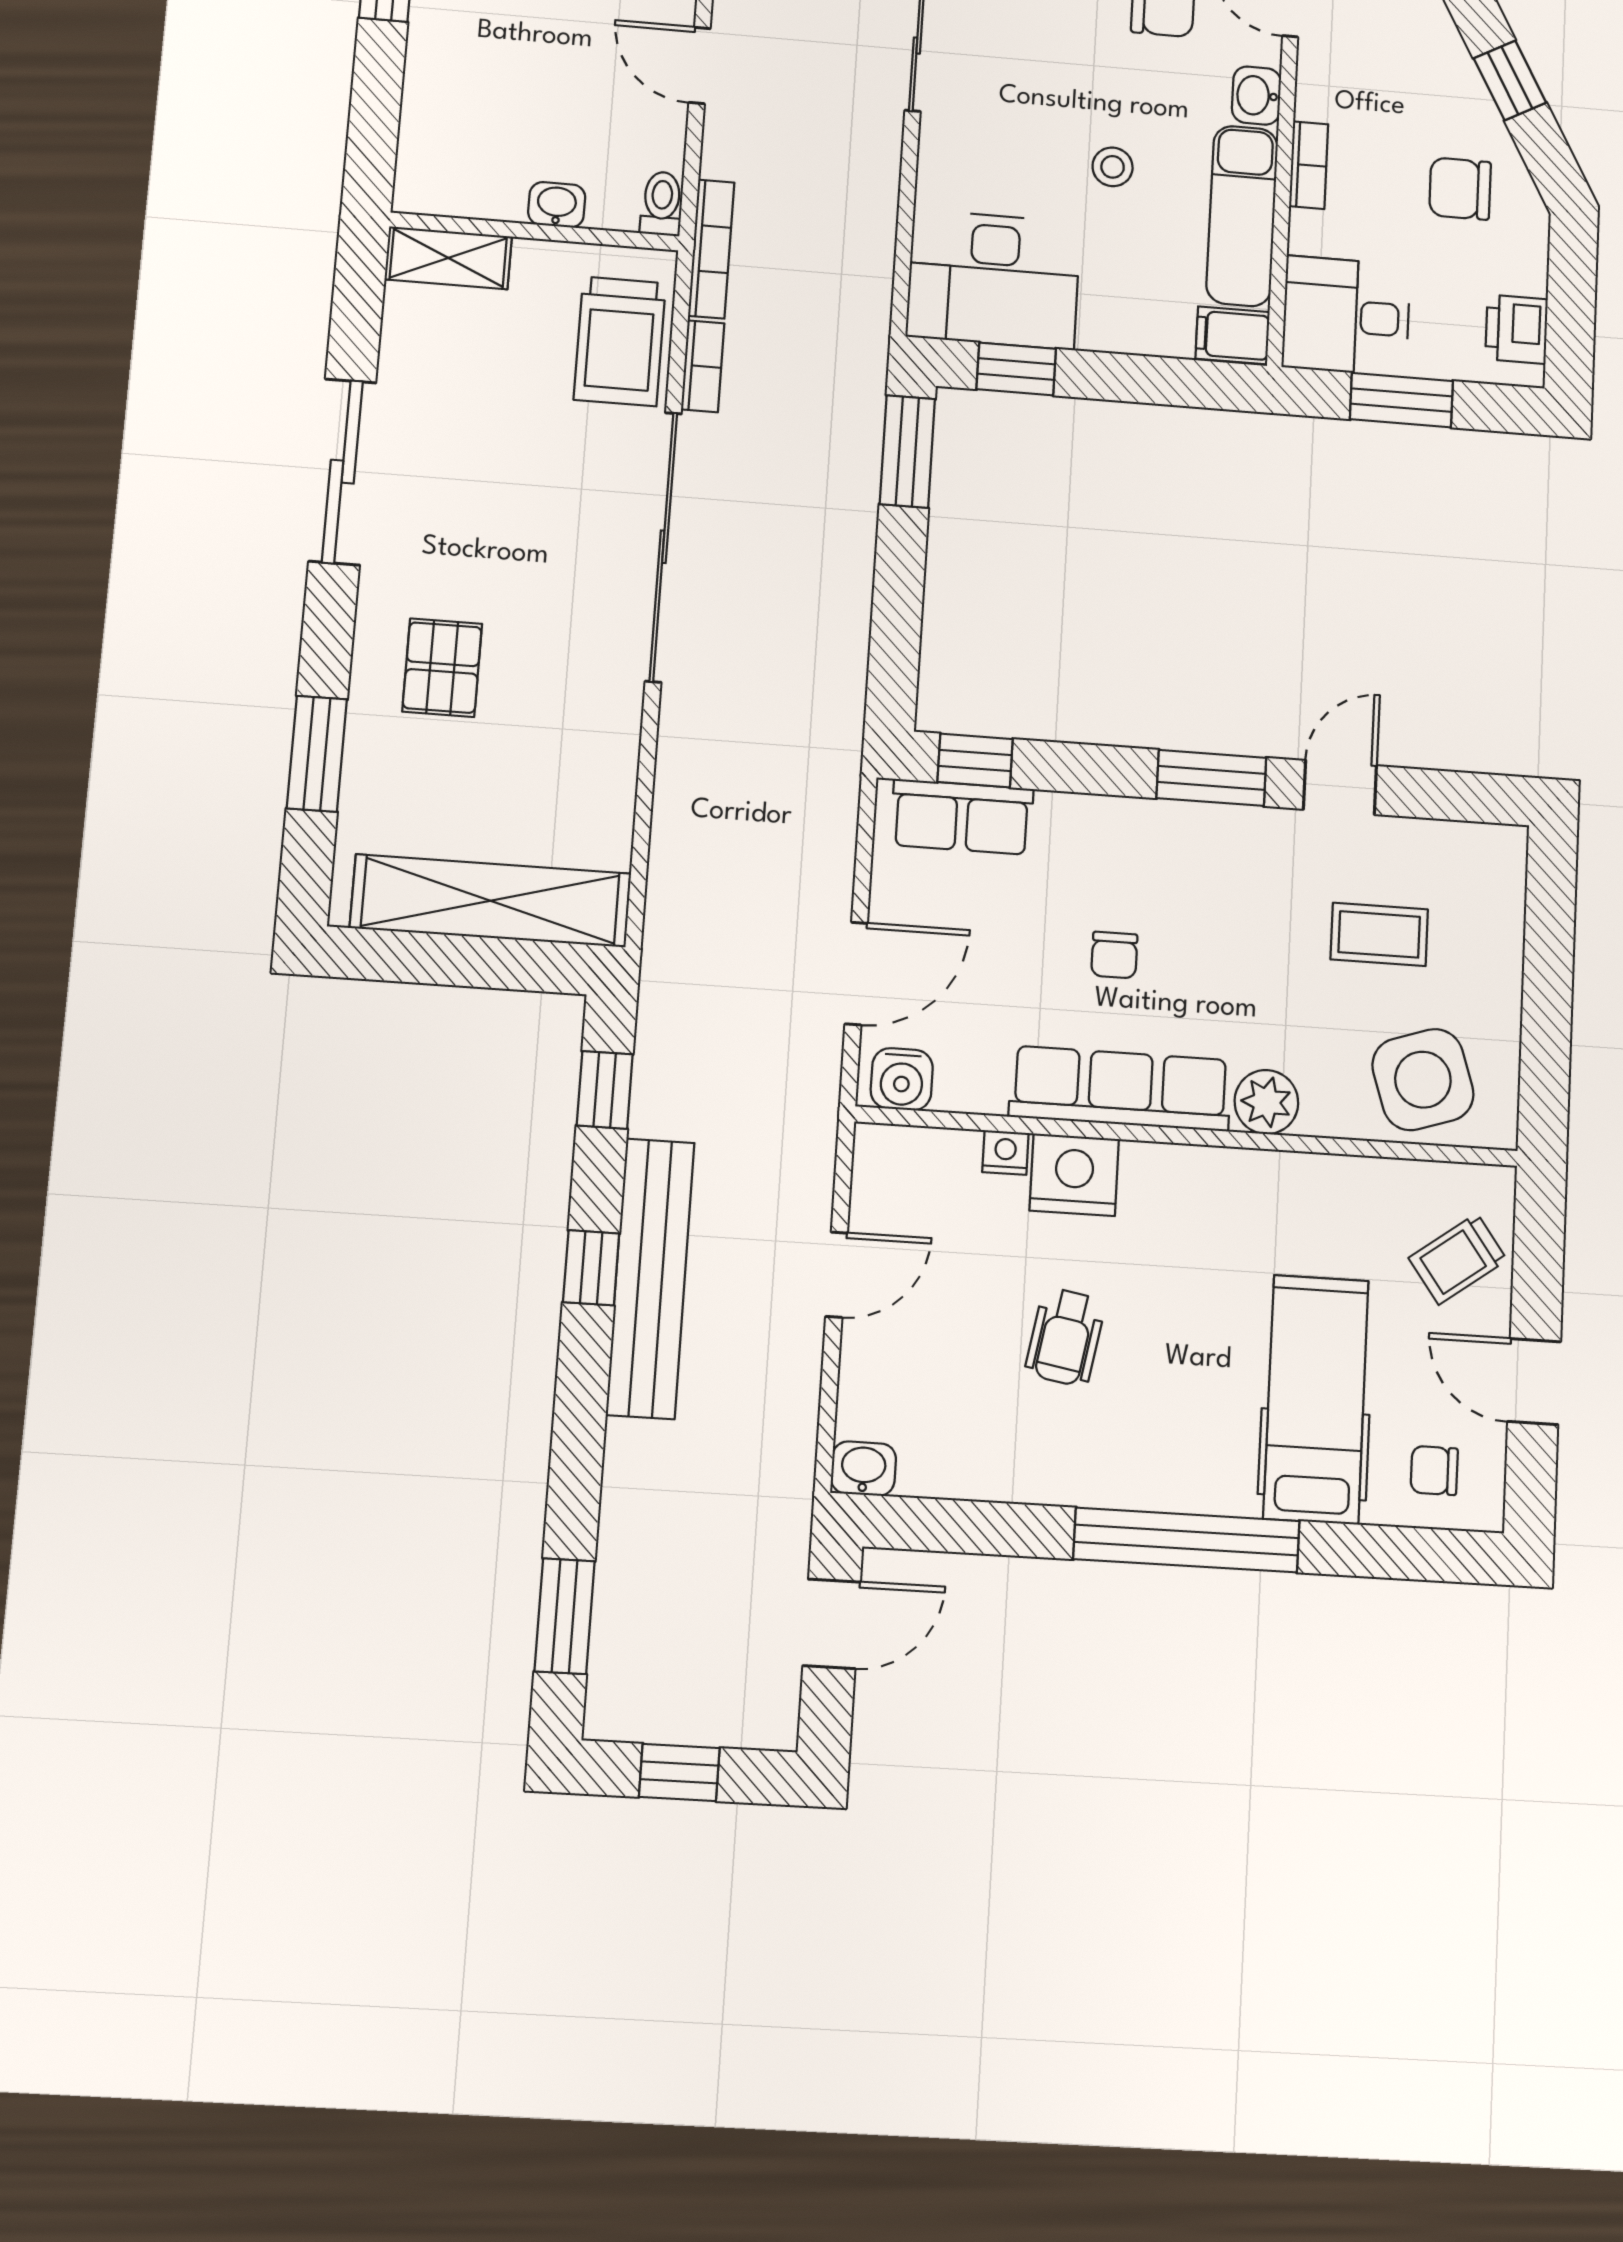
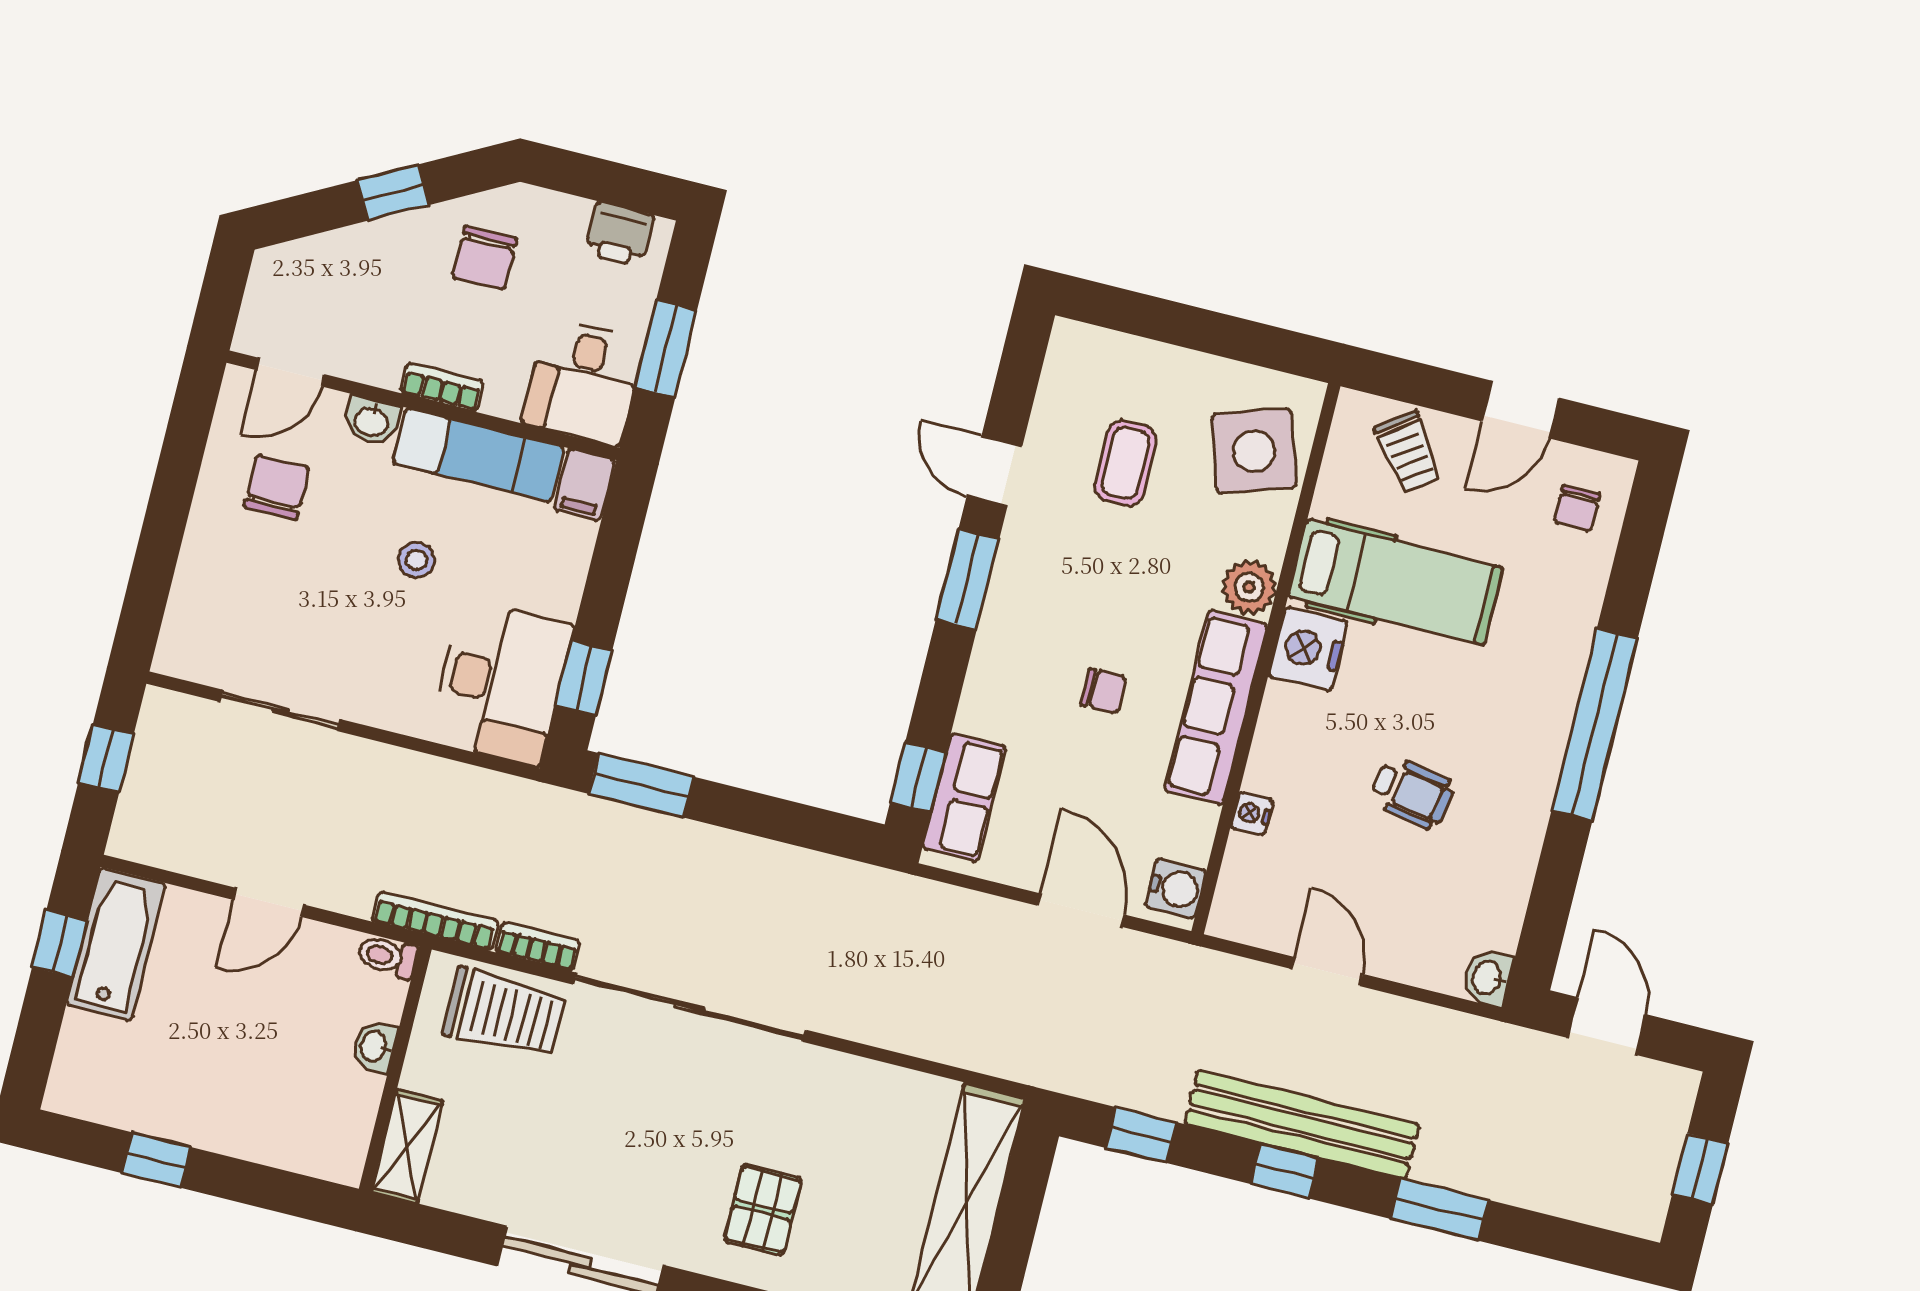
pallet: (442, 668) -> (763, 1210), turned 90
nightstand: (1074, 1175) -> (1308, 649), moved
hospital bed: (1316, 1399) -> (1396, 582), moved, turned 180
window: (565, 1616) -> (1439, 1209), moved

